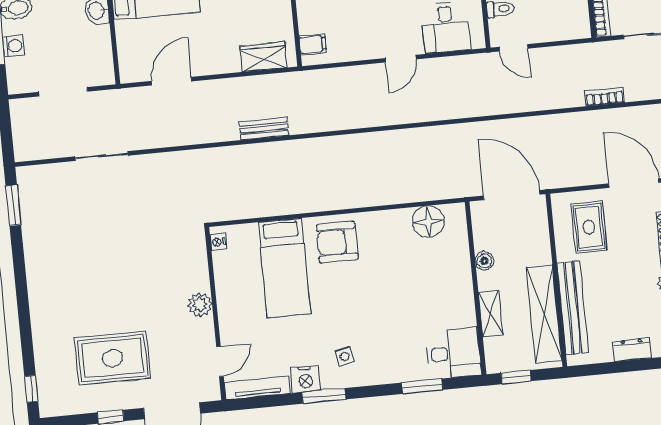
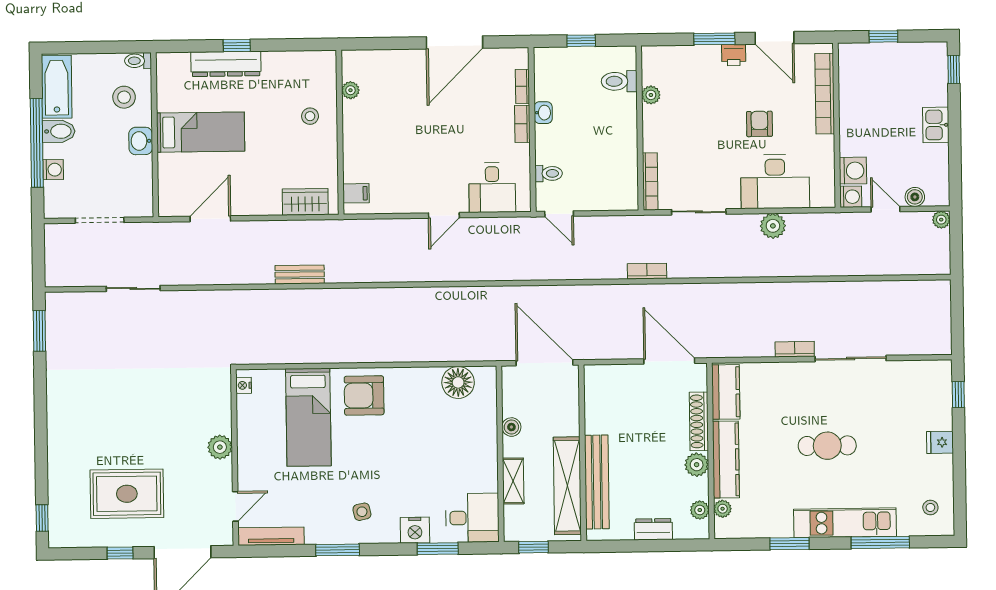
rug: (589, 227) -> (620, 402), removed
nightstand: (305, 379) -> (415, 530), moved

